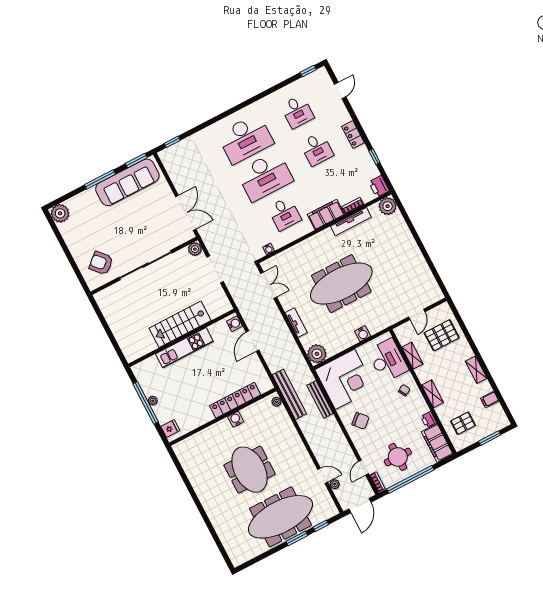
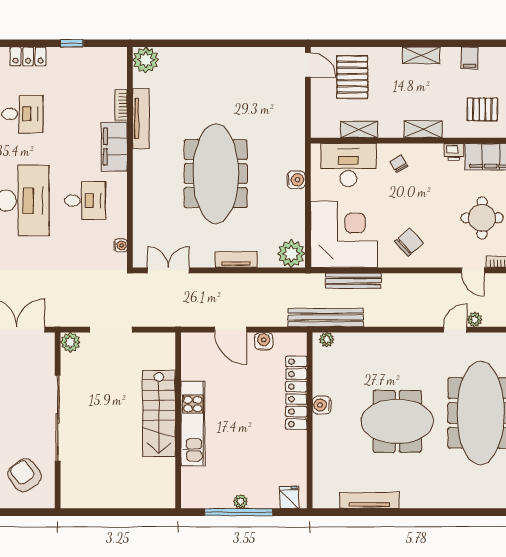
printer: (379, 186) -> (114, 58), removed
armchair: (101, 263) -> (24, 475), turned 95
door: (417, 314) -> (308, 65), moved
water cooler: (235, 324) -> (264, 341), moved
pallet: (463, 423) -> (482, 109), turned 90
tv unit: (193, 478) -> (369, 500), added

